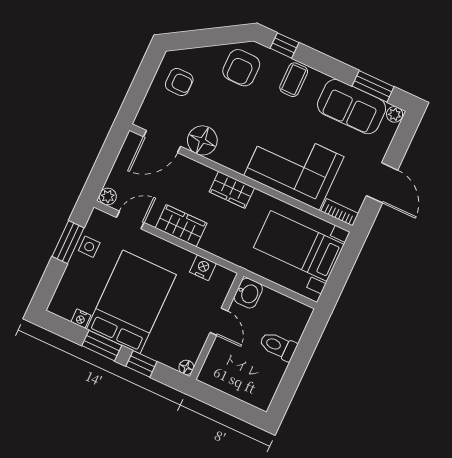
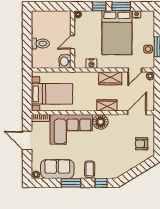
armchair: (241, 68) -> (116, 163), removed
window: (373, 86) -> (71, 183), moved
floor lamp: (202, 140) -> (100, 122), moved
wardrobe: (232, 190) -> (107, 105), moved
door: (219, 322) -> (73, 42), hinge flipped

